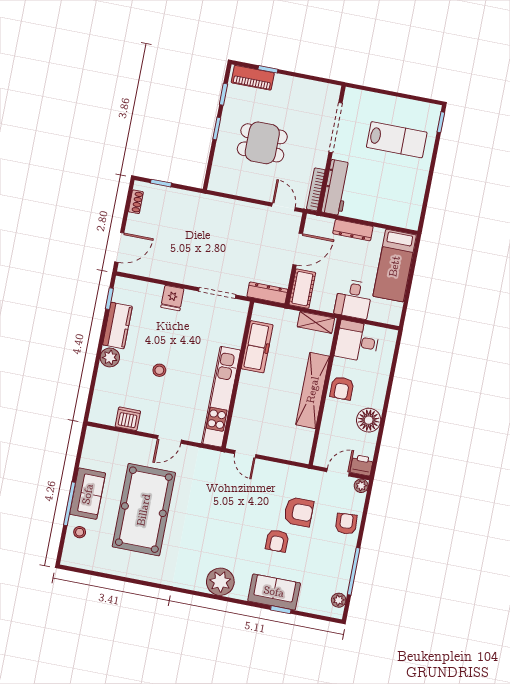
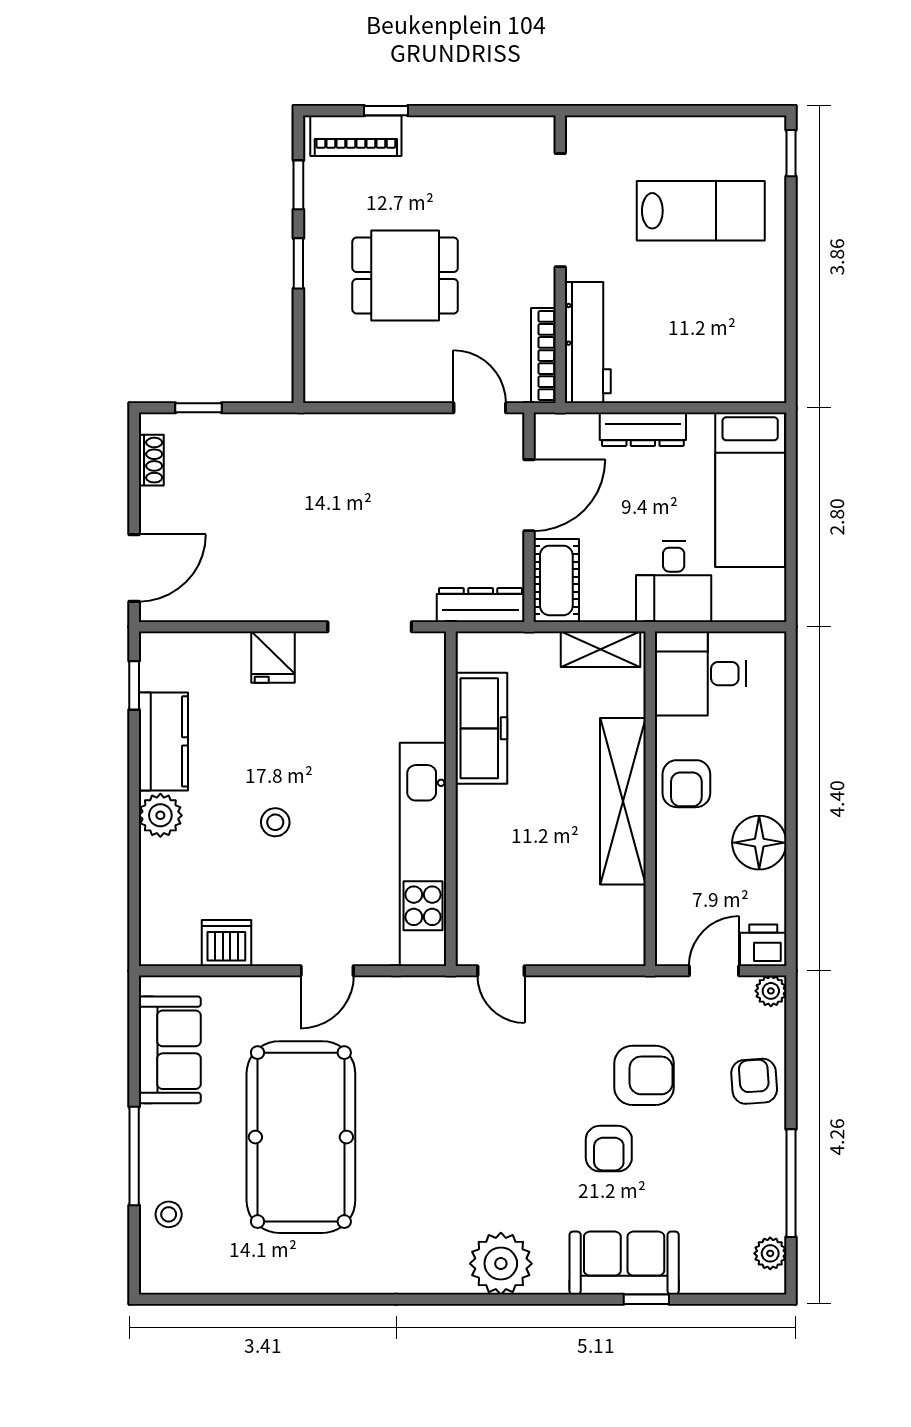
sofa: (88, 494) -> (170, 1050), moved

